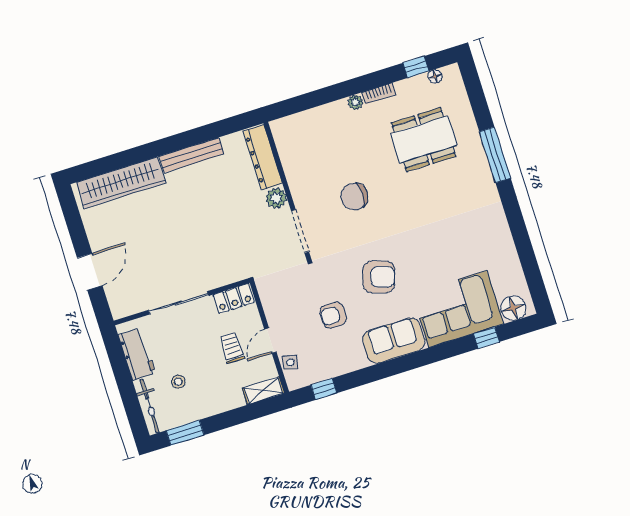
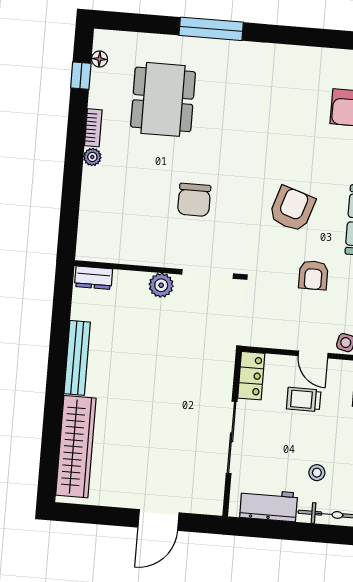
dresser: (263, 157) -> (94, 278), width x0.51, depth x0.80
door: (90, 272) -> (159, 520), swing flipped

